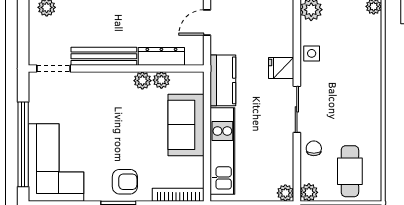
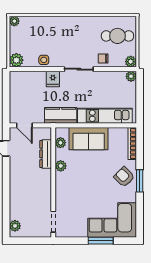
bench: (104, 56) -> (46, 190), removed
plant: (161, 80) -> (60, 143), moved
window: (23, 144) -> (101, 241), width x0.47
armchair: (125, 182) -> (124, 177), turned -45

